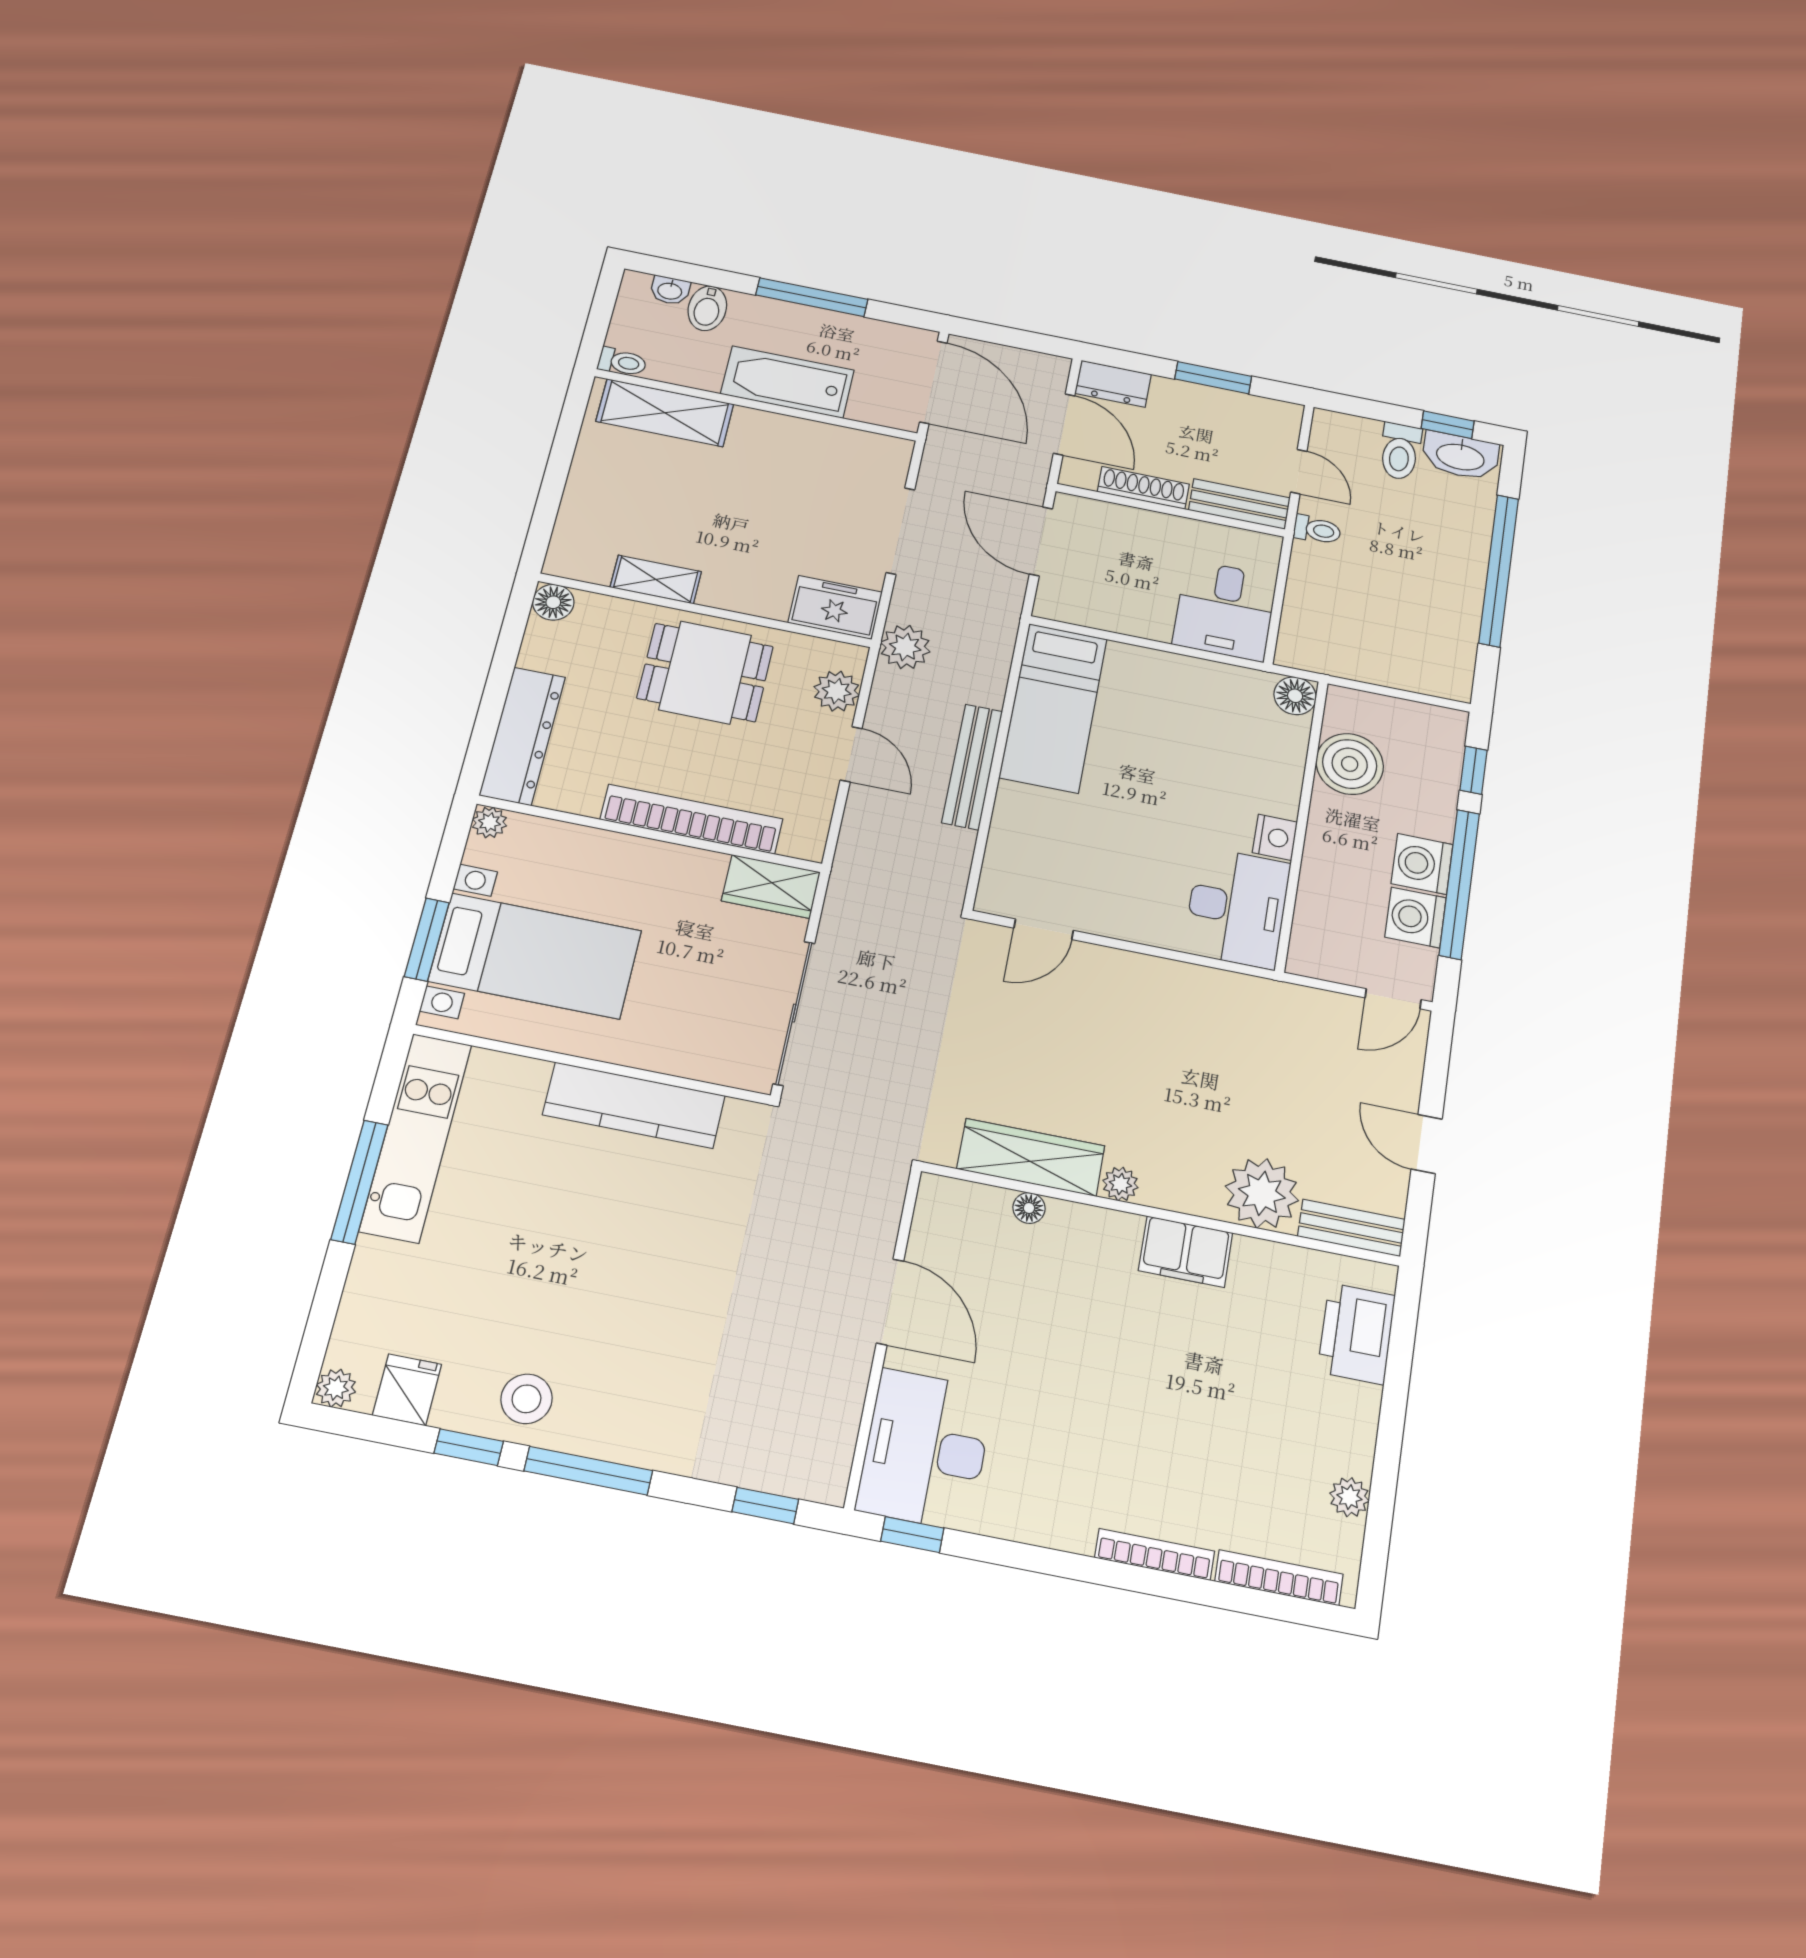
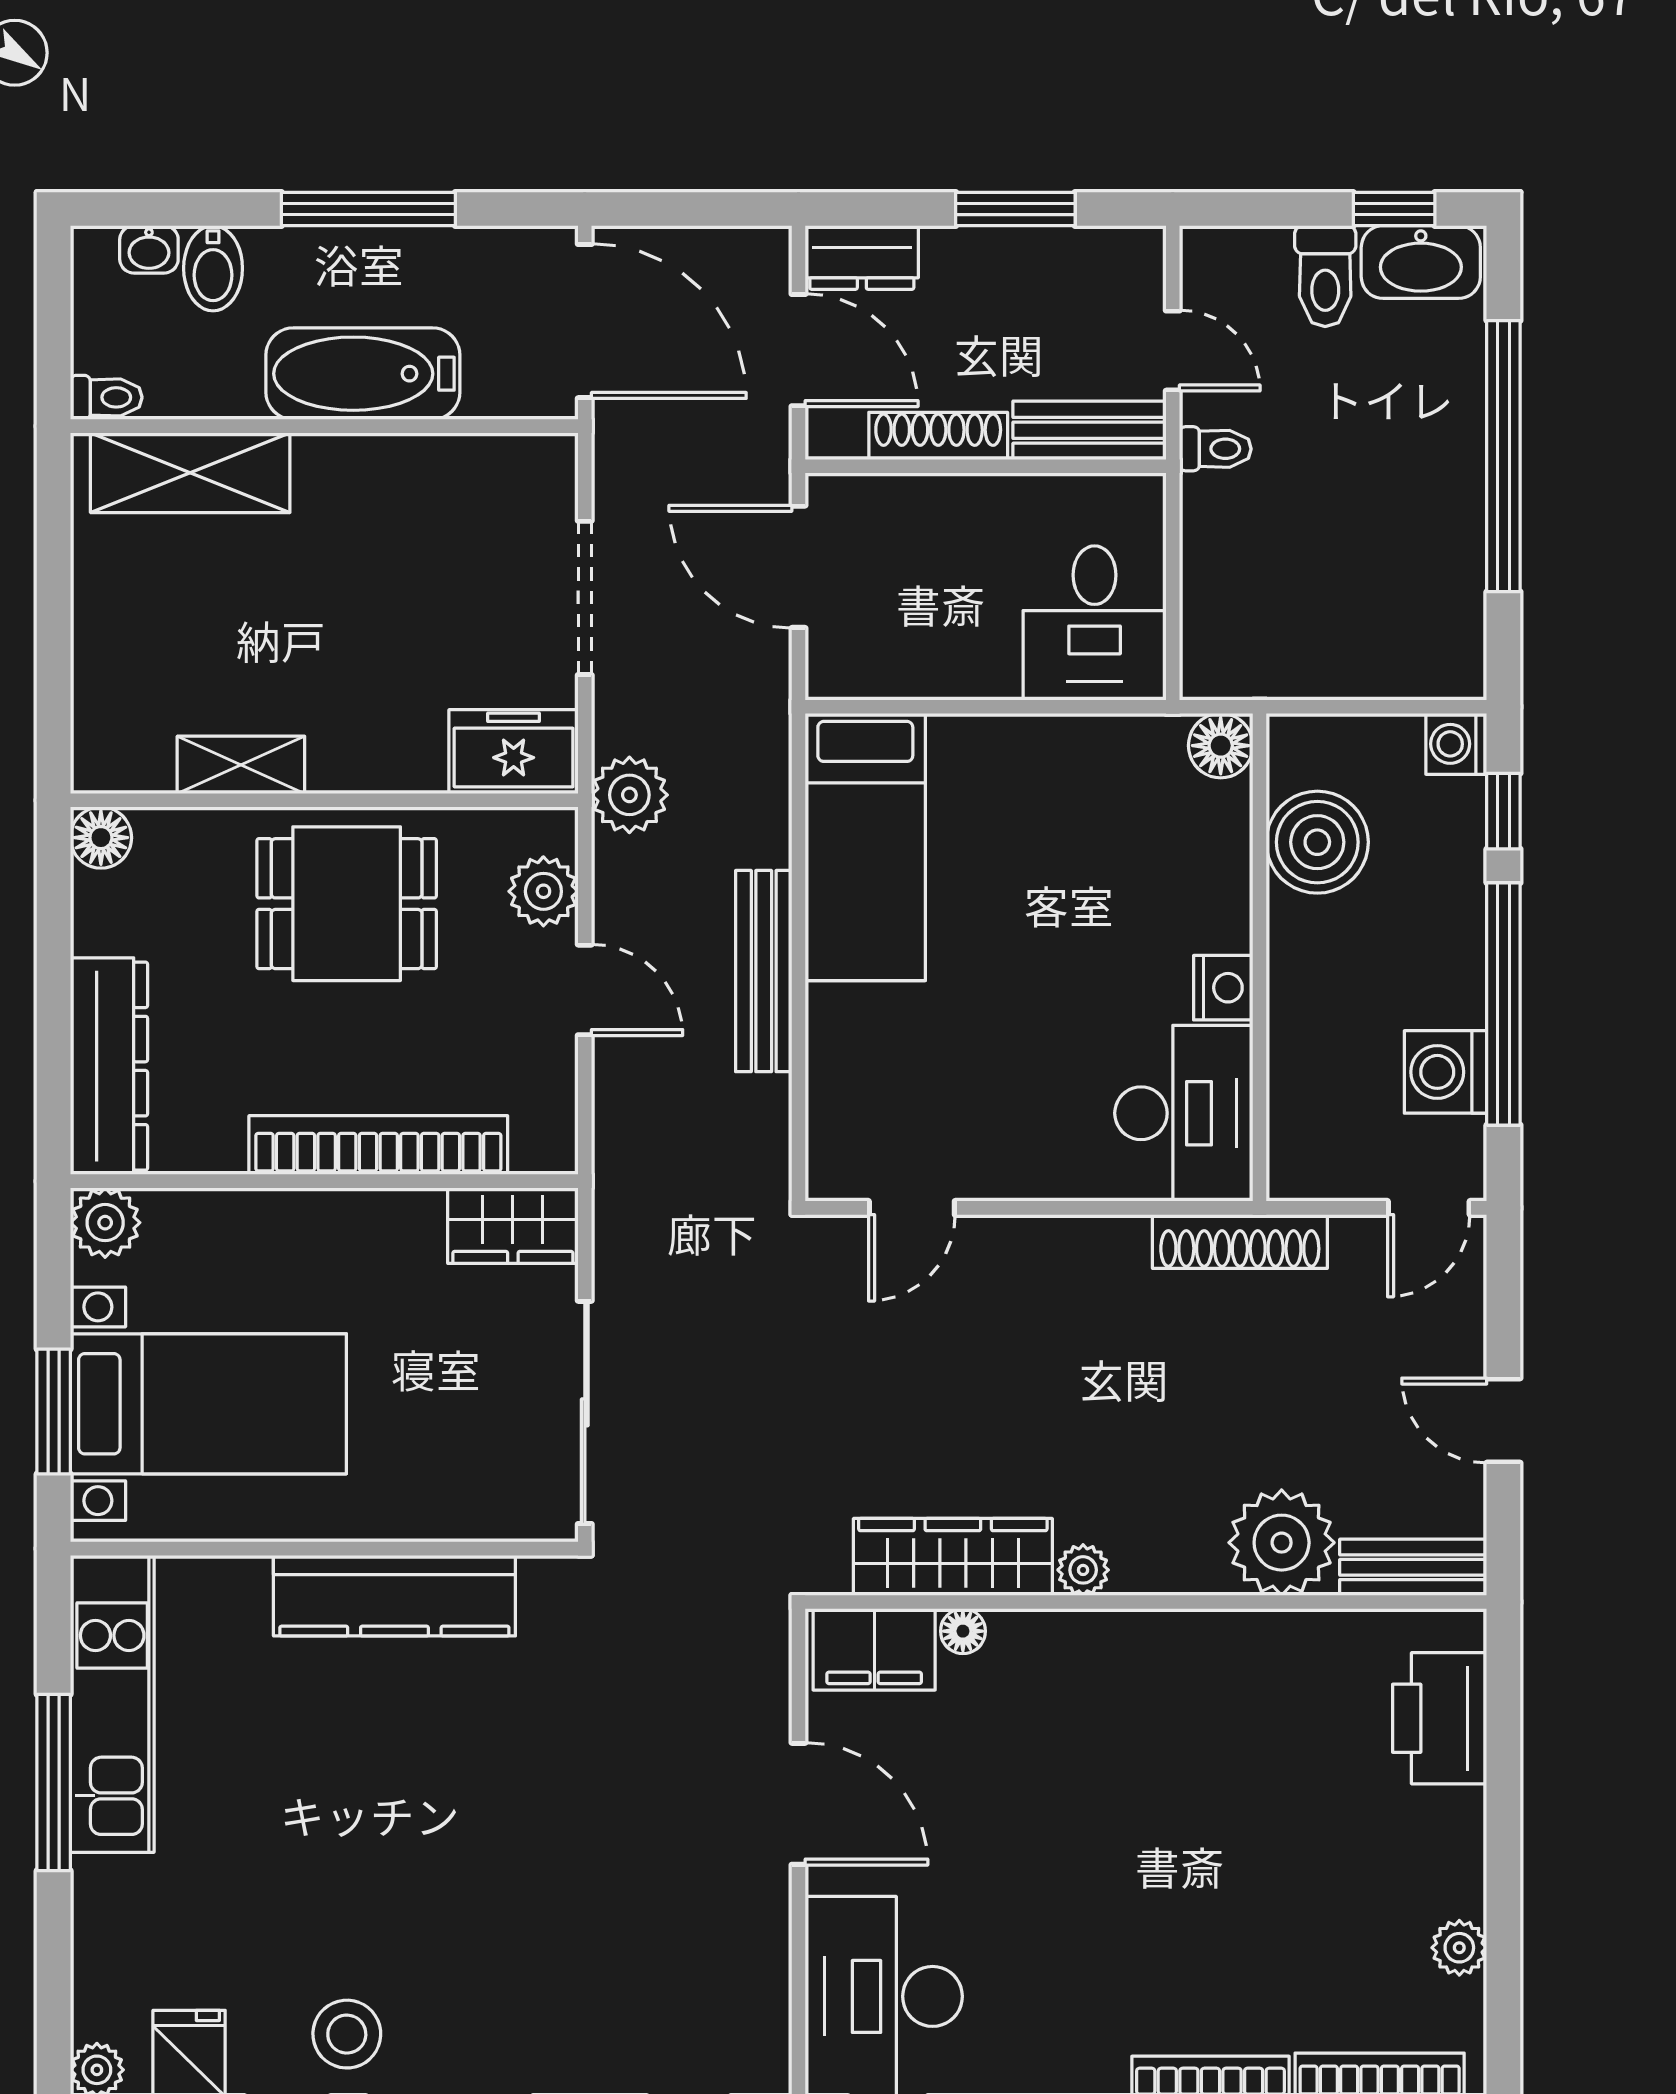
plant: (489, 822) -> (105, 1223), width x1.38, depth x1.38
washing machine: (1422, 864) -> (1456, 744), moved, width x0.73, depth x0.73
shoe rack: (1262, 994) -> (1240, 1241), added
filing cabinet: (1186, 1252) -> (874, 1649), moved

